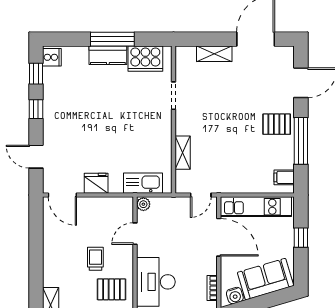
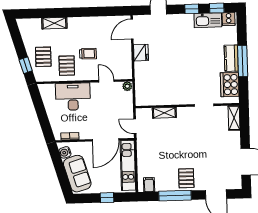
shelving: (214, 54) -> (234, 118), moved
kitchen sink: (143, 183) -> (208, 20), moved, turned 90

